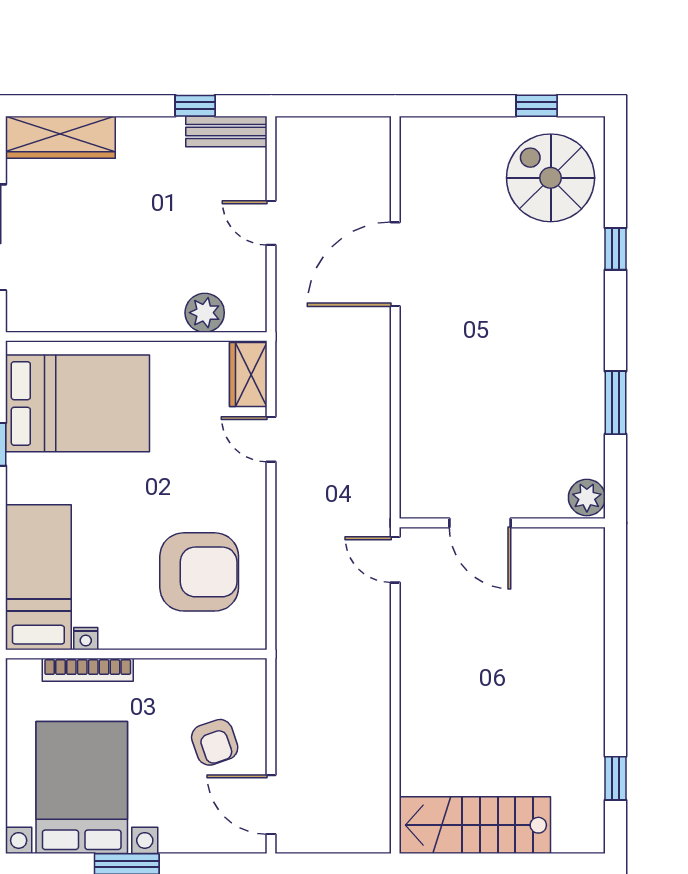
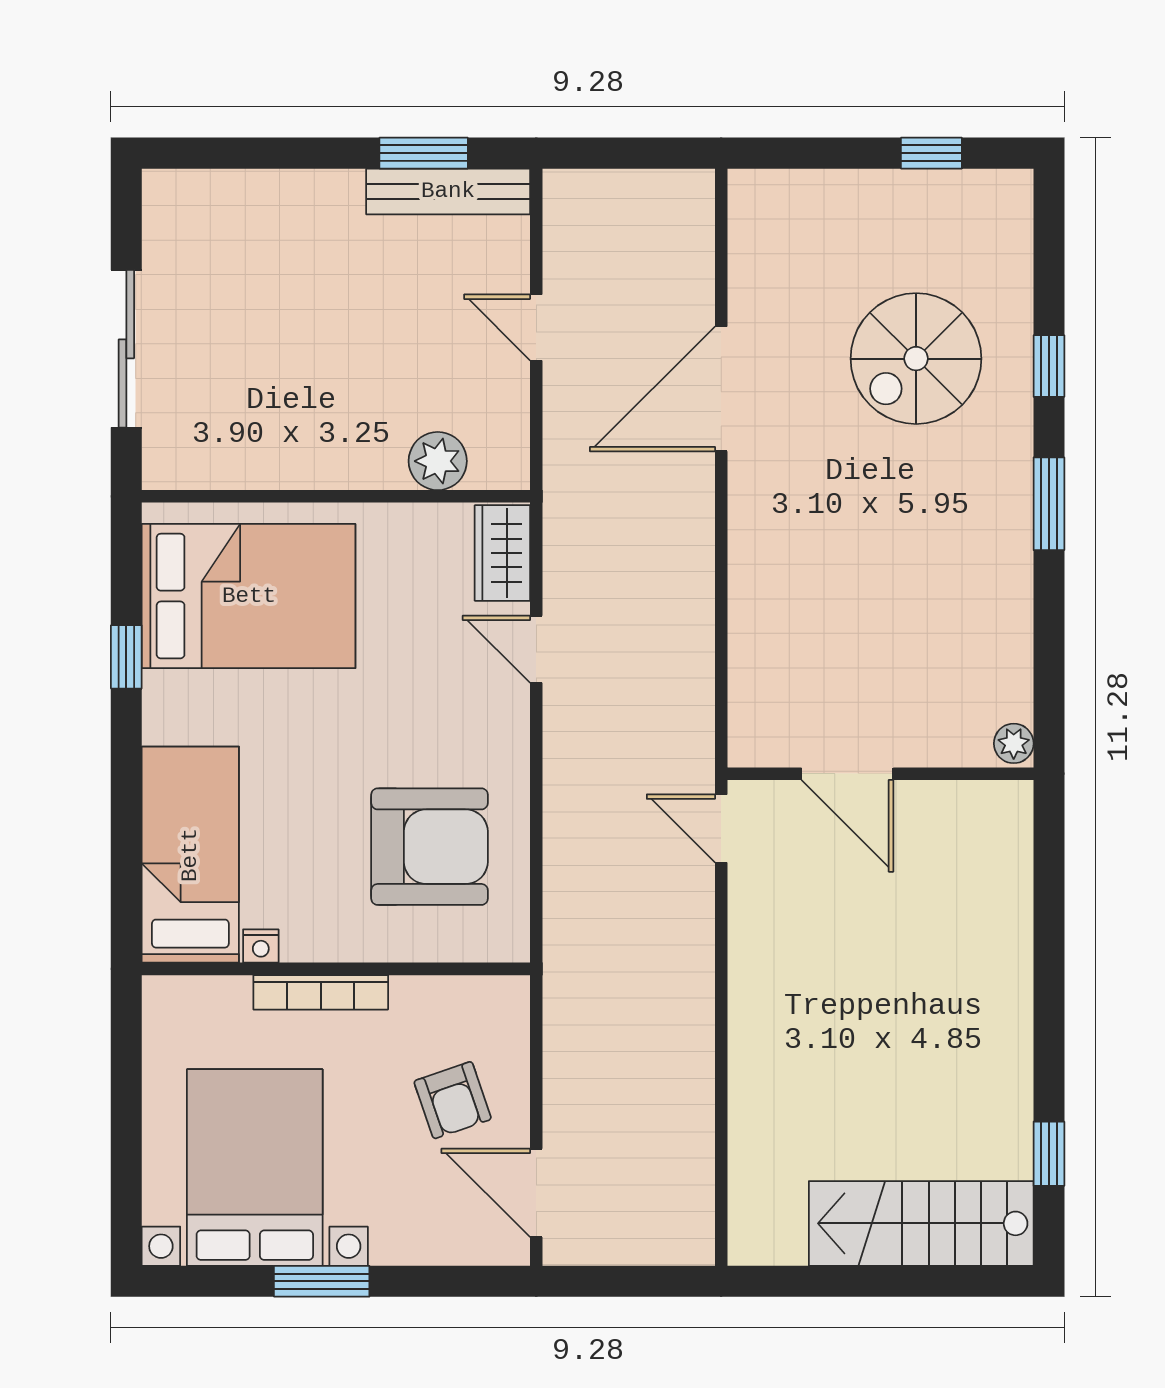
window: (195, 106) -> (424, 153), width x1.50
bench: (226, 132) -> (448, 191), width x1.36
wardrobe: (60, 137) -> (223, 200), removed
spiral stairs: (551, 178) -> (916, 359), moved, turned -90
window: (616, 403) -> (1049, 504), moved
plant: (587, 498) -> (1014, 743), width x0.73, depth x0.73
bookcase: (88, 670) -> (321, 992), moved
stairs: (475, 825) -> (921, 1223), moved

